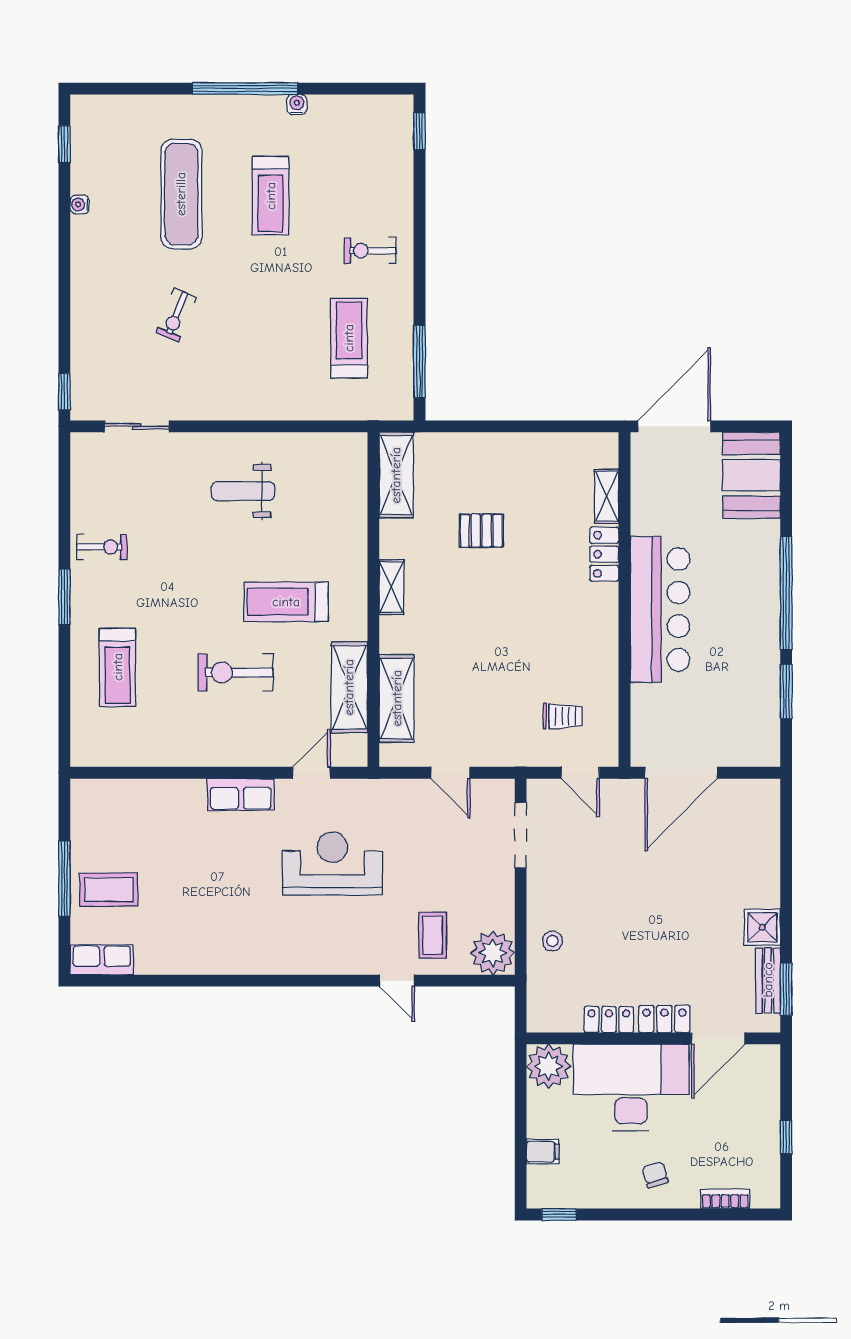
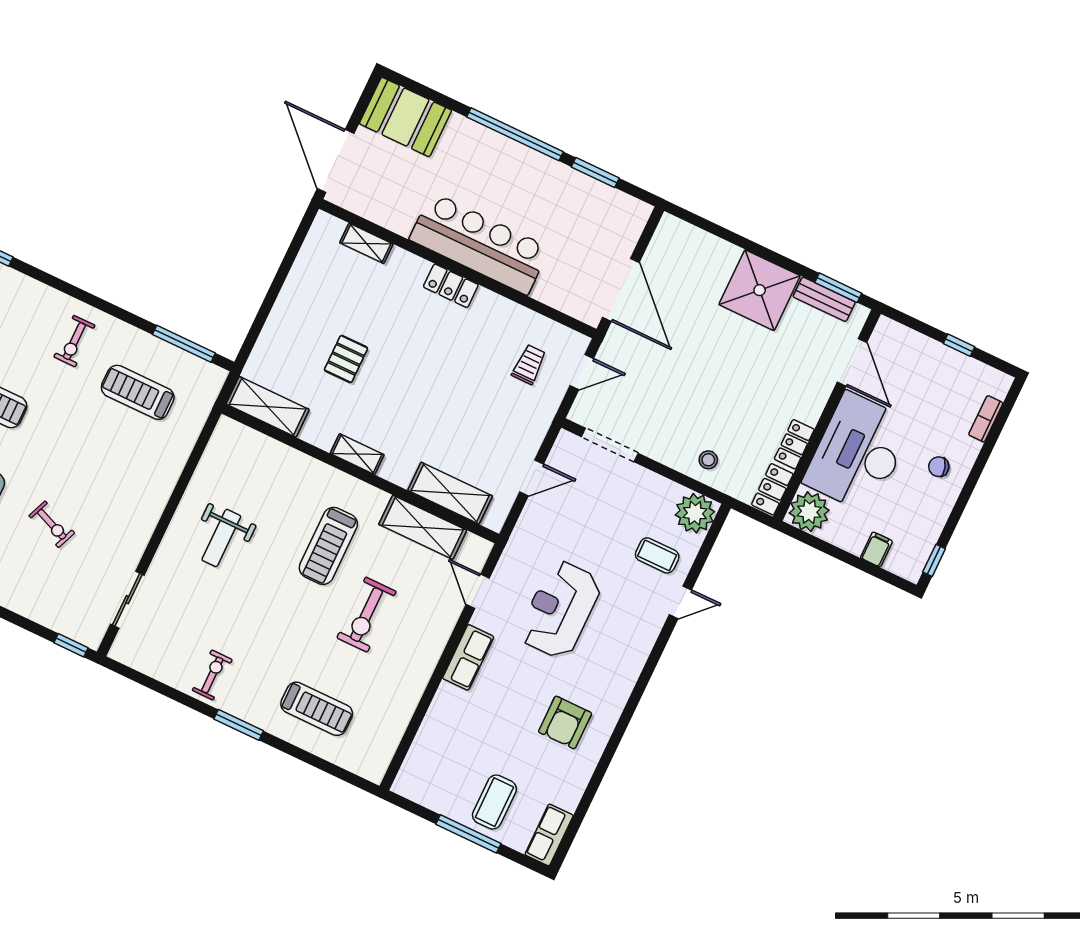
locker: (604, 554) -> (451, 286), moved
armchair: (222, 922) -> (565, 722), added
shower: (762, 927) -> (760, 290), width x1.86, depth x1.86
locker: (664, 1019) -> (772, 489), moved

